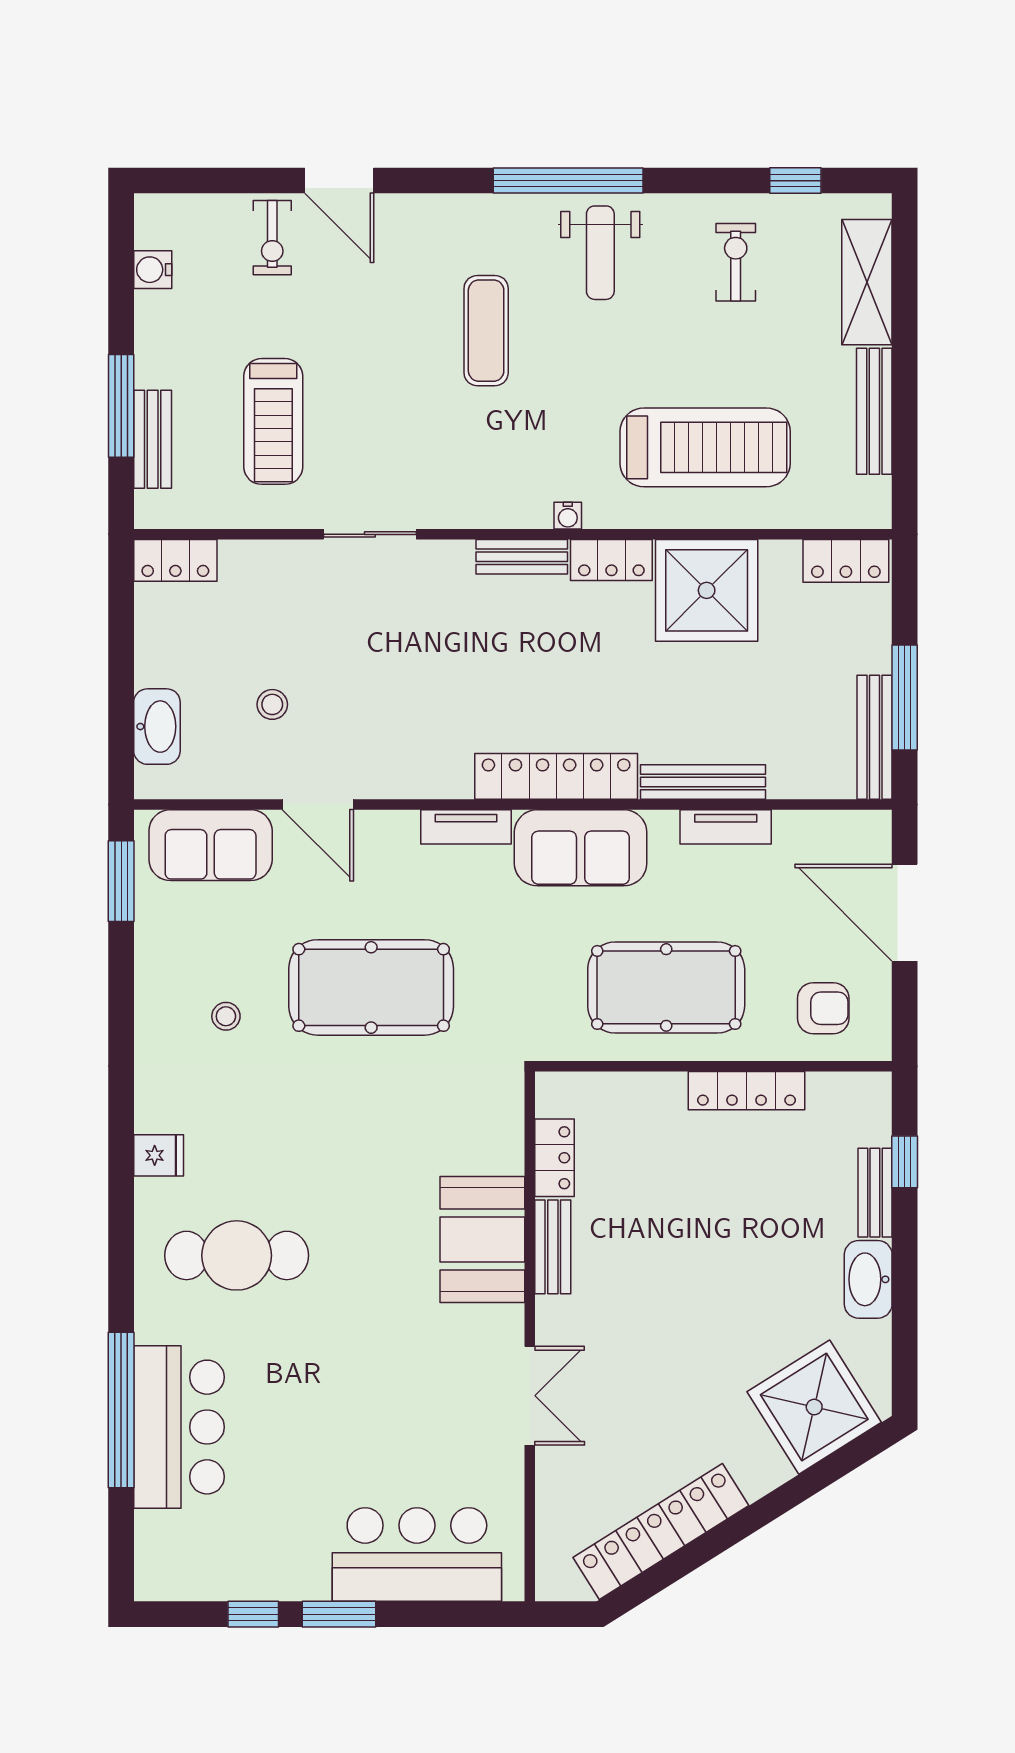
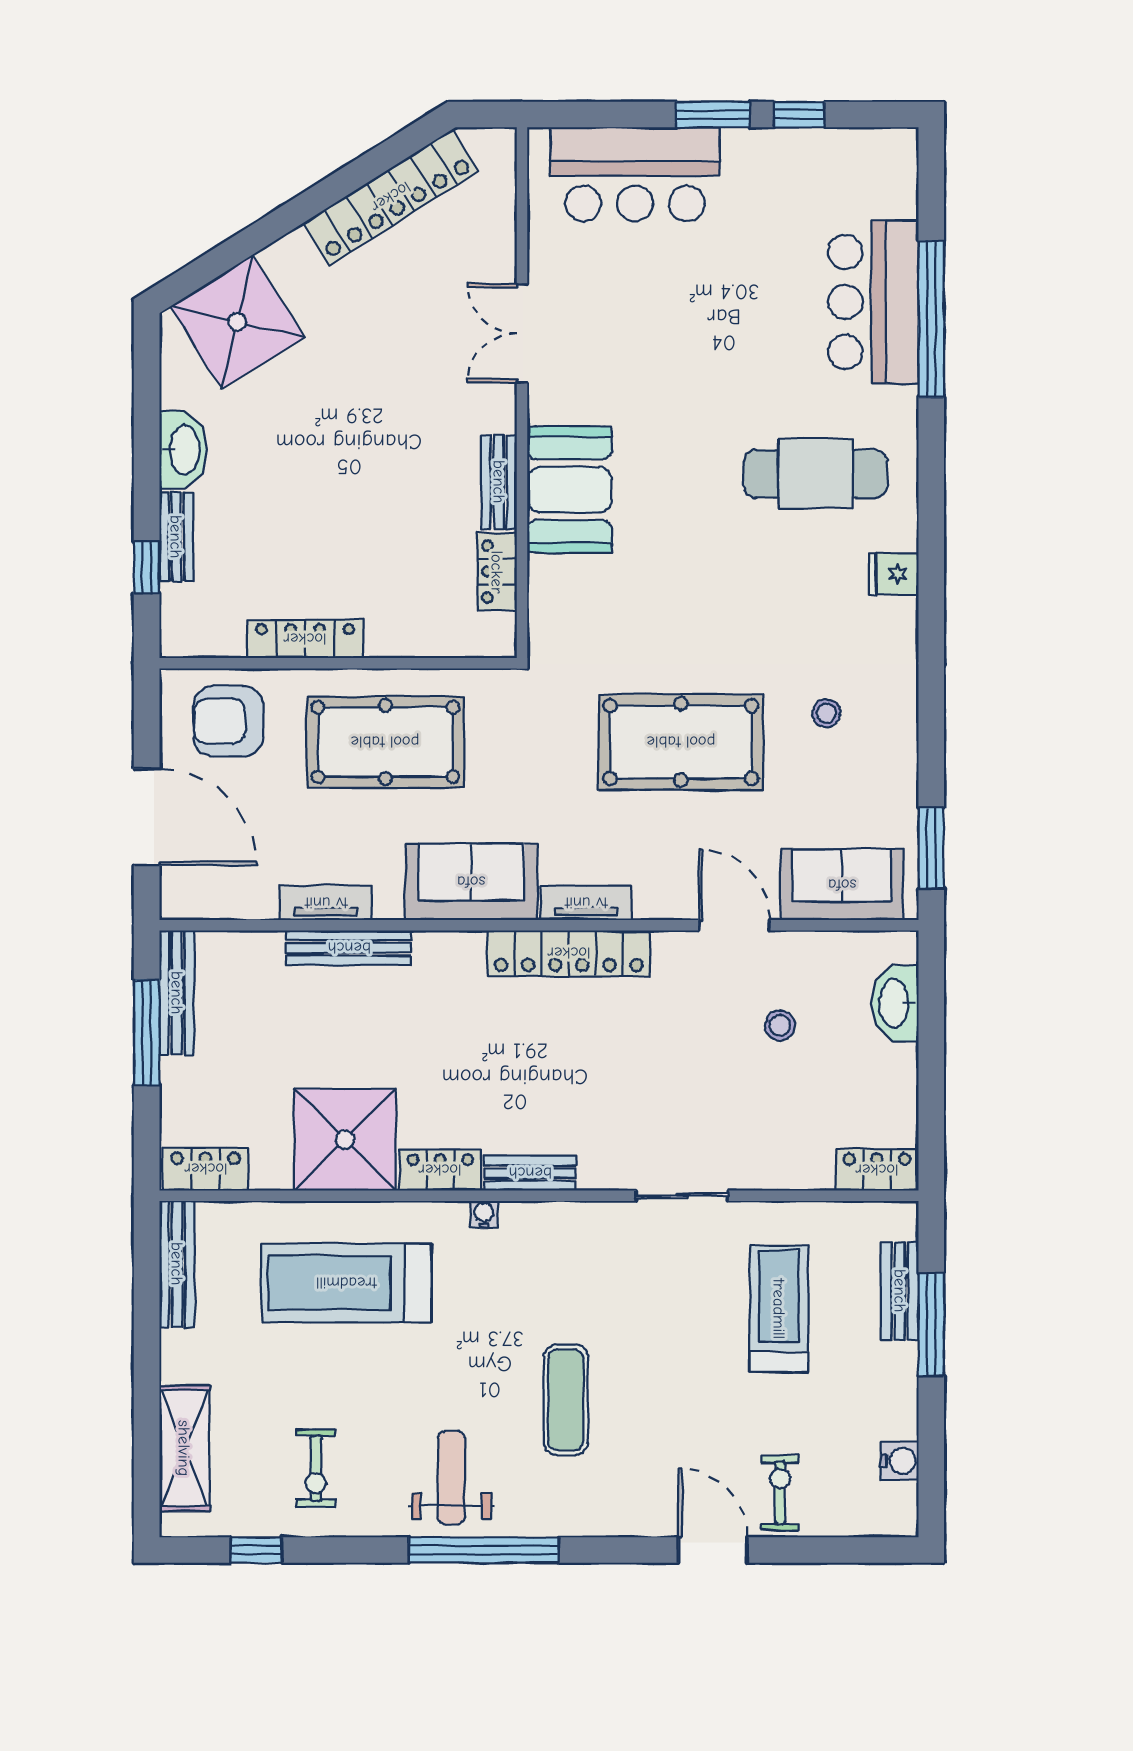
bench: (874, 411) -> (177, 1264), moved
locker: (556, 776) -> (569, 953), moved
armchair: (823, 1008) -> (228, 721), width x1.38, depth x1.38

